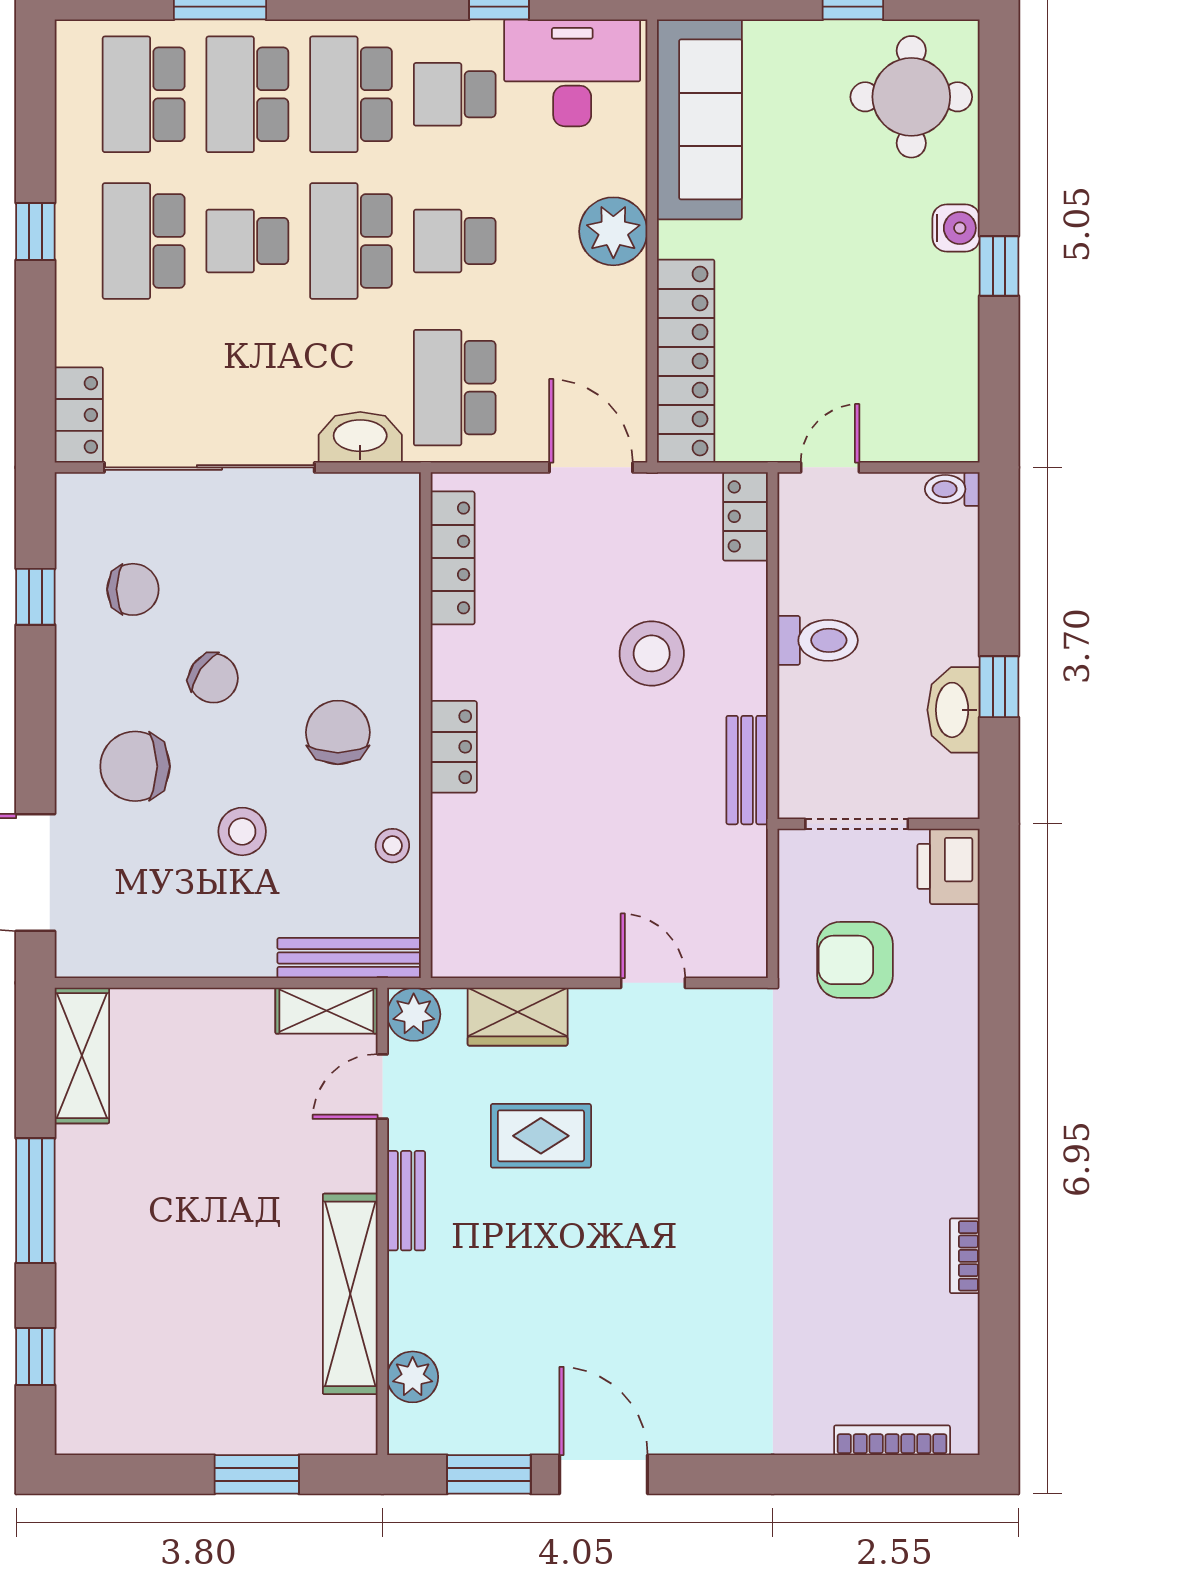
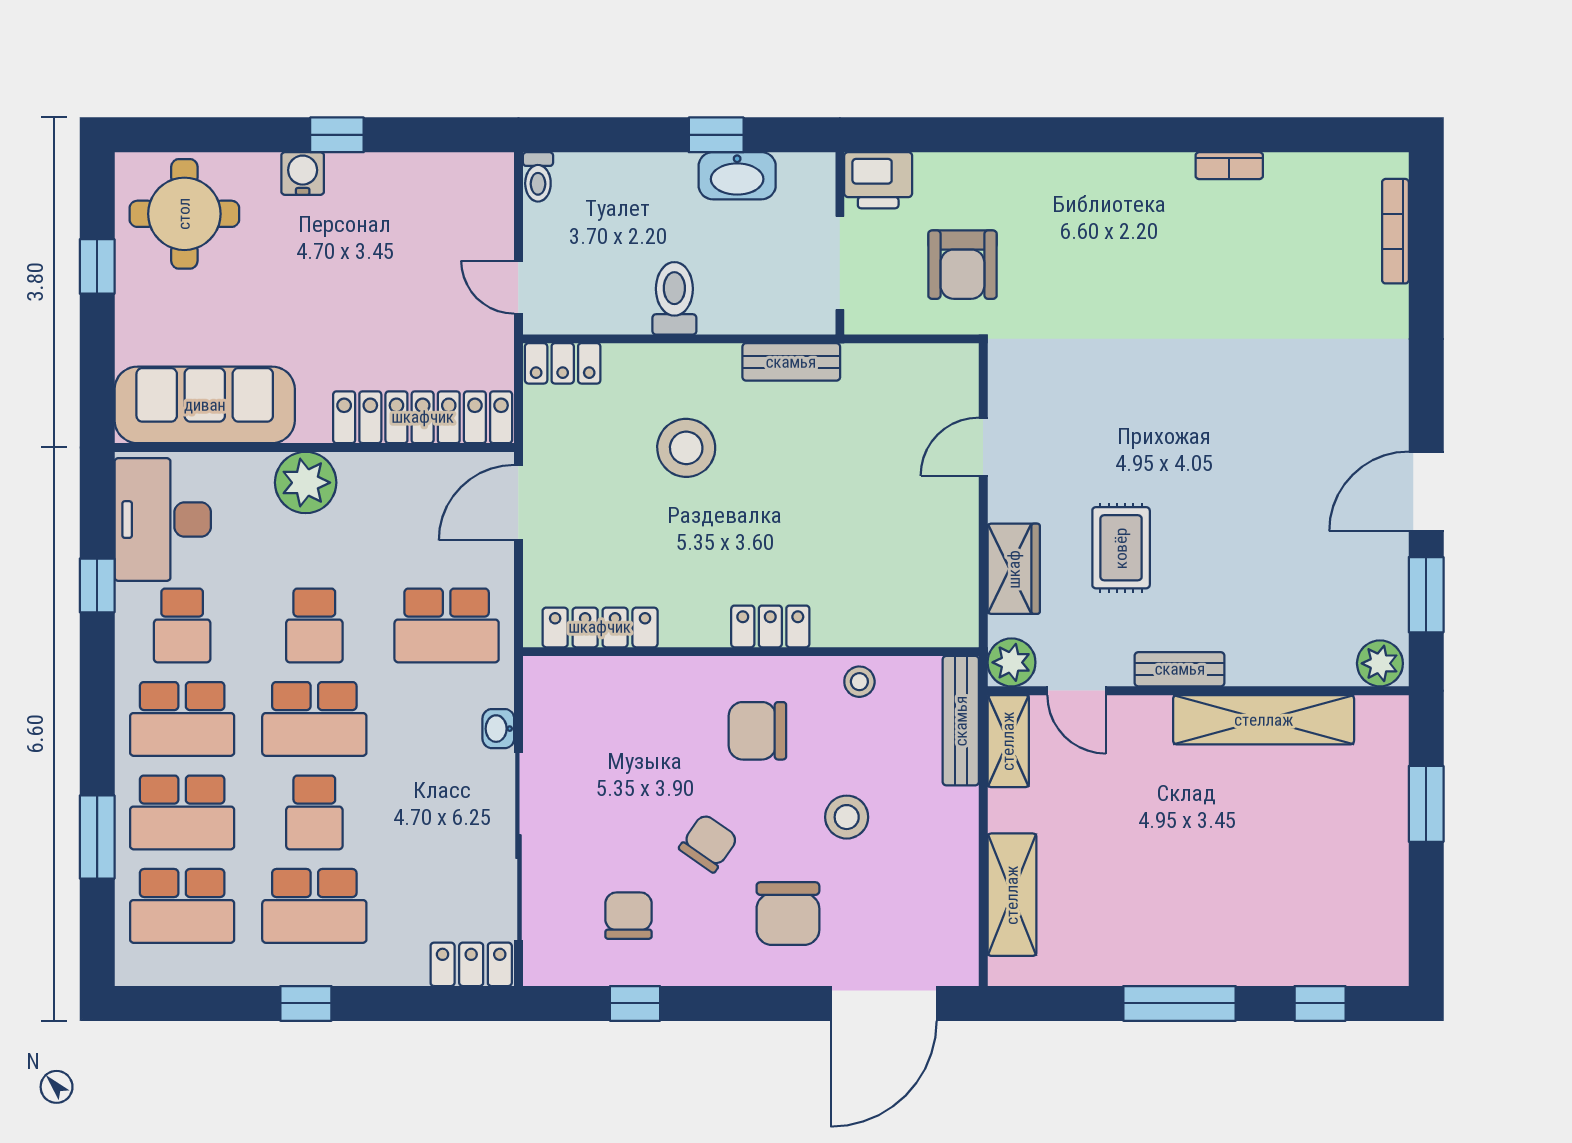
washbasin: (360, 437) -> (498, 729), width x0.52, depth x0.69
shelving: (82, 1056) -> (1012, 895), moved, turned 90
plant: (413, 1377) -> (1380, 663), moved

